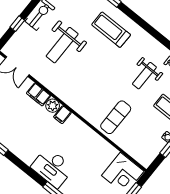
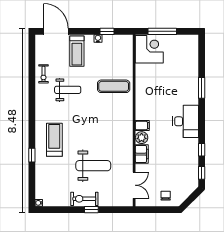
window: (17, 24) -> (91, 210), moved
treadmill: (111, 30) -> (54, 140), turned 180
desk: (52, 168) -> (186, 121), moved

